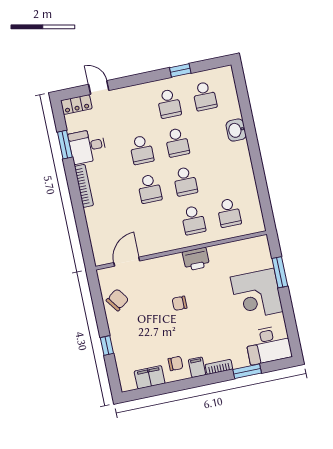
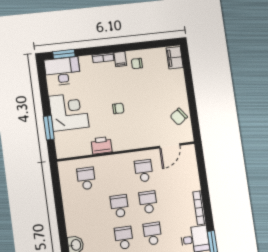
school desk: (193, 220) -> (144, 171), moved
printer: (196, 259) -> (102, 145), moved
chair: (180, 303) -> (118, 108), moved
window: (107, 345) -> (189, 82), removed
window: (247, 371) -> (64, 54), moved
filing cabinet: (150, 377) -> (175, 58), moved, turned 90

